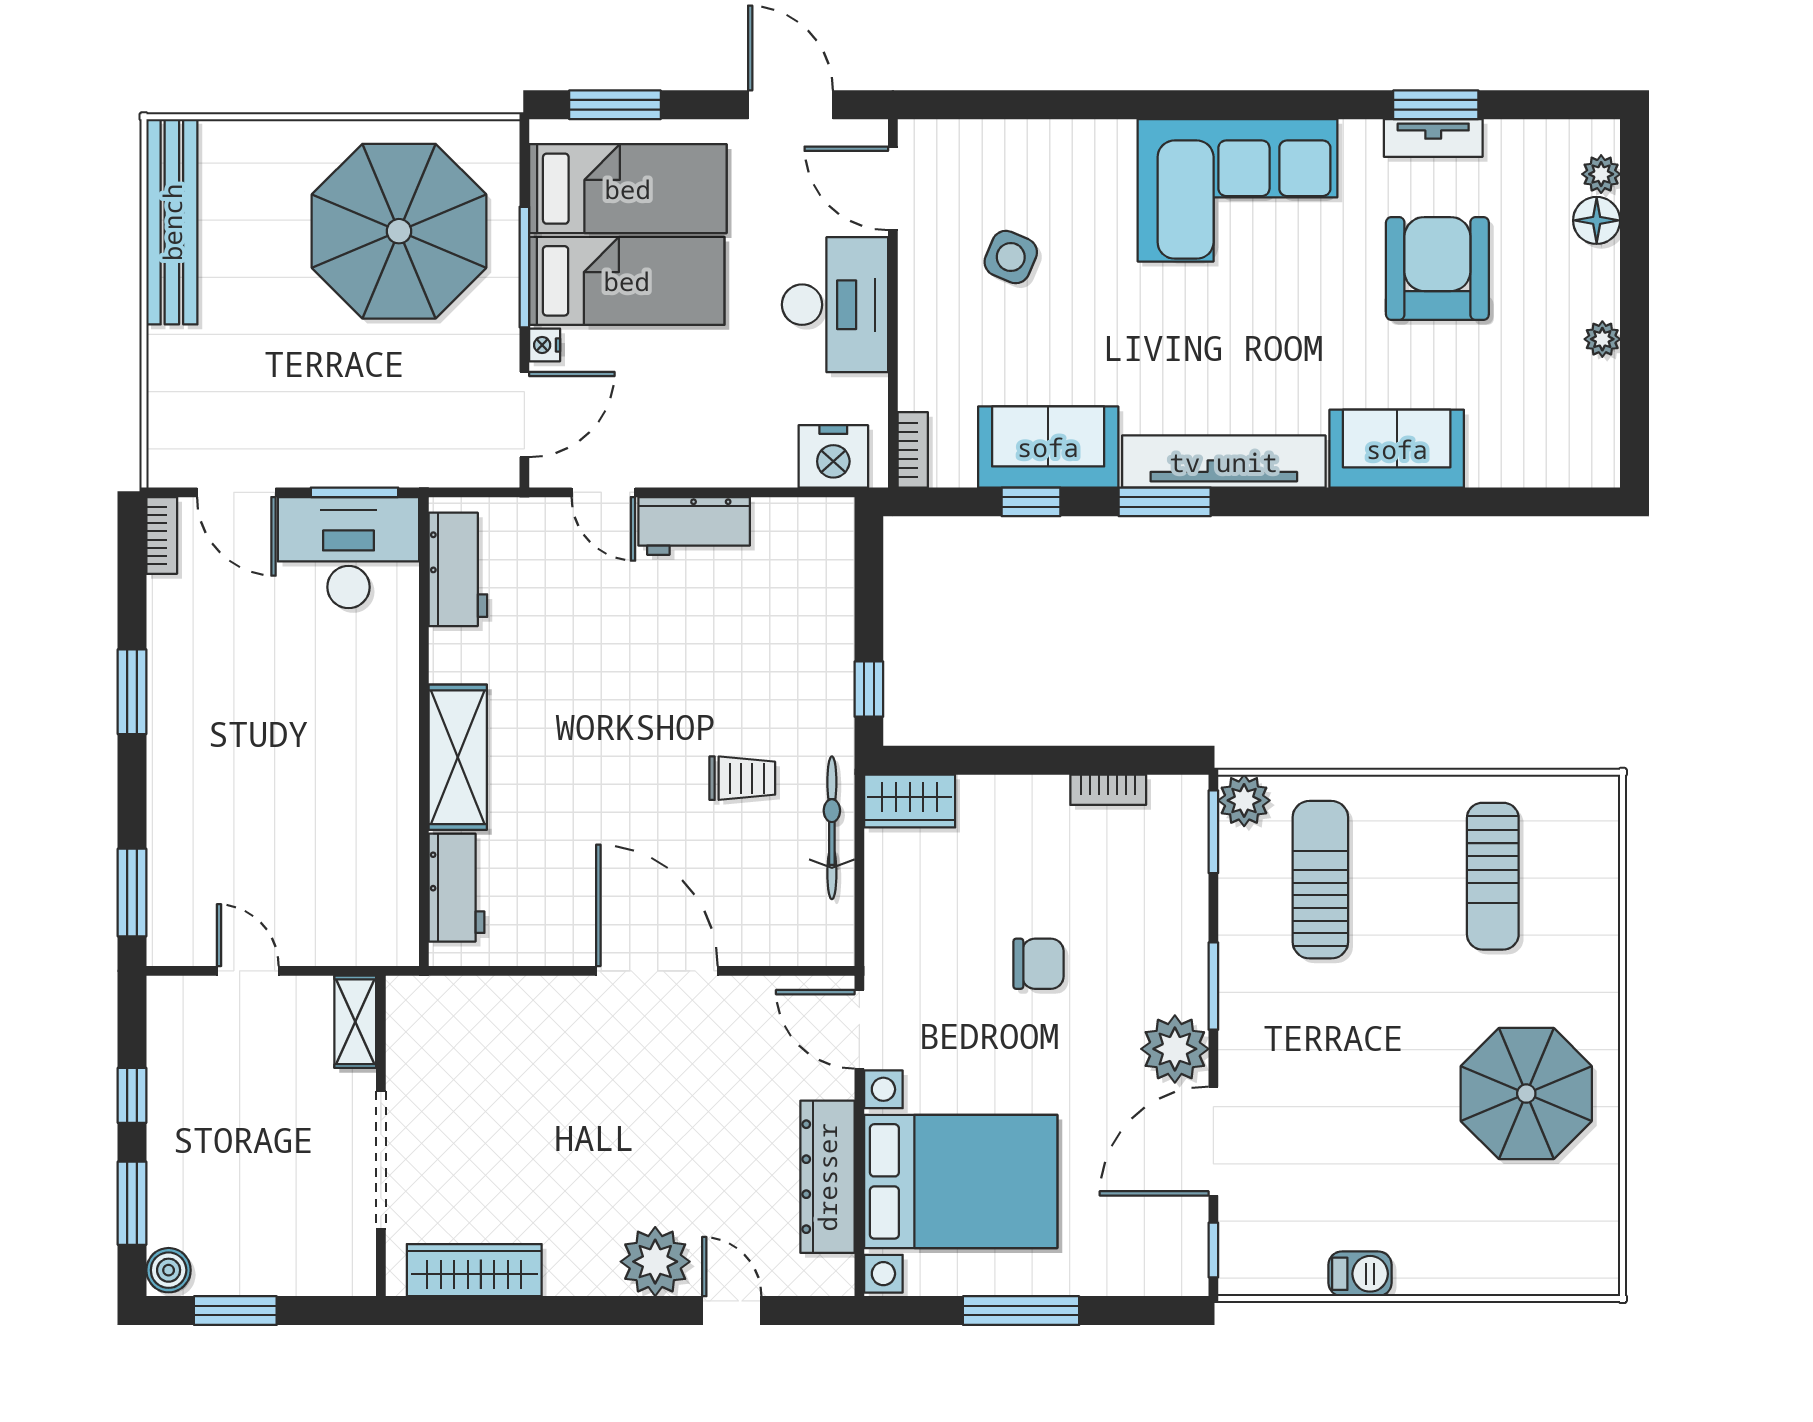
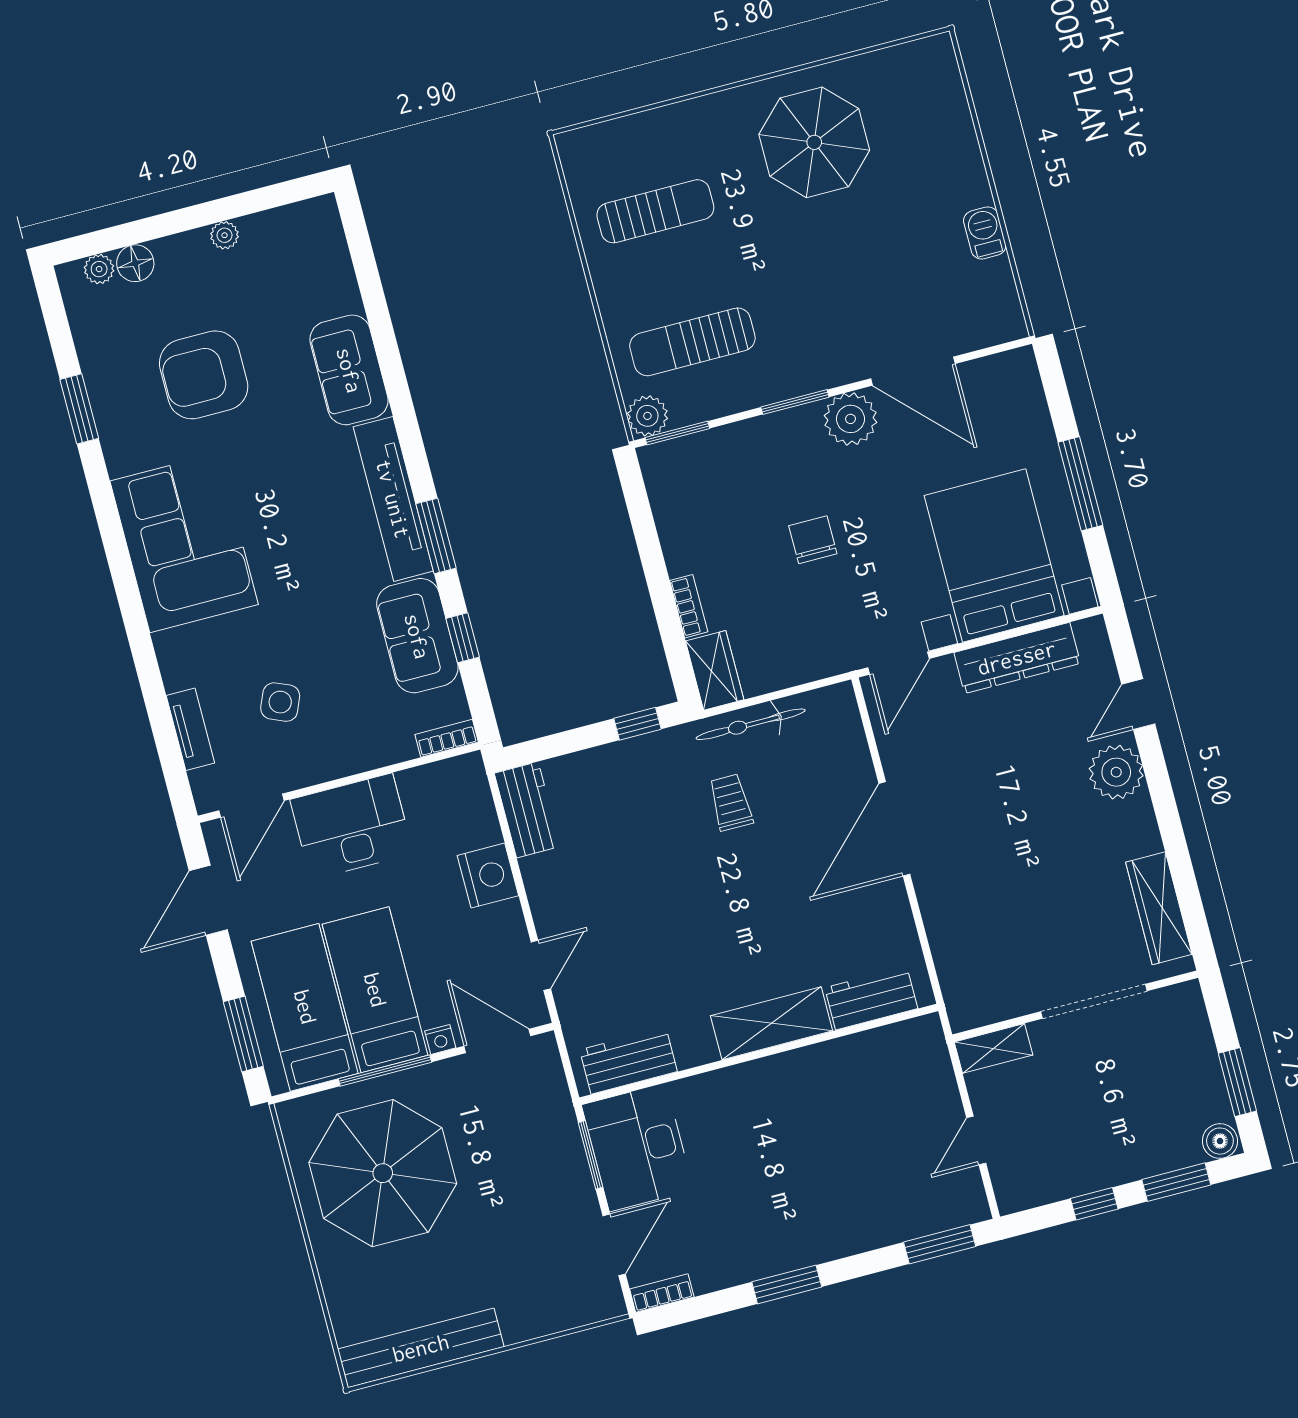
tv unit: (1433, 138) -> (190, 729), moved
nightstand: (833, 456) -> (488, 876), moved
workbench: (694, 526) -> (527, 810), moved
bookcase: (1108, 790) -> (689, 606), moved
window: (1213, 1250) -> (996, 349), removed

